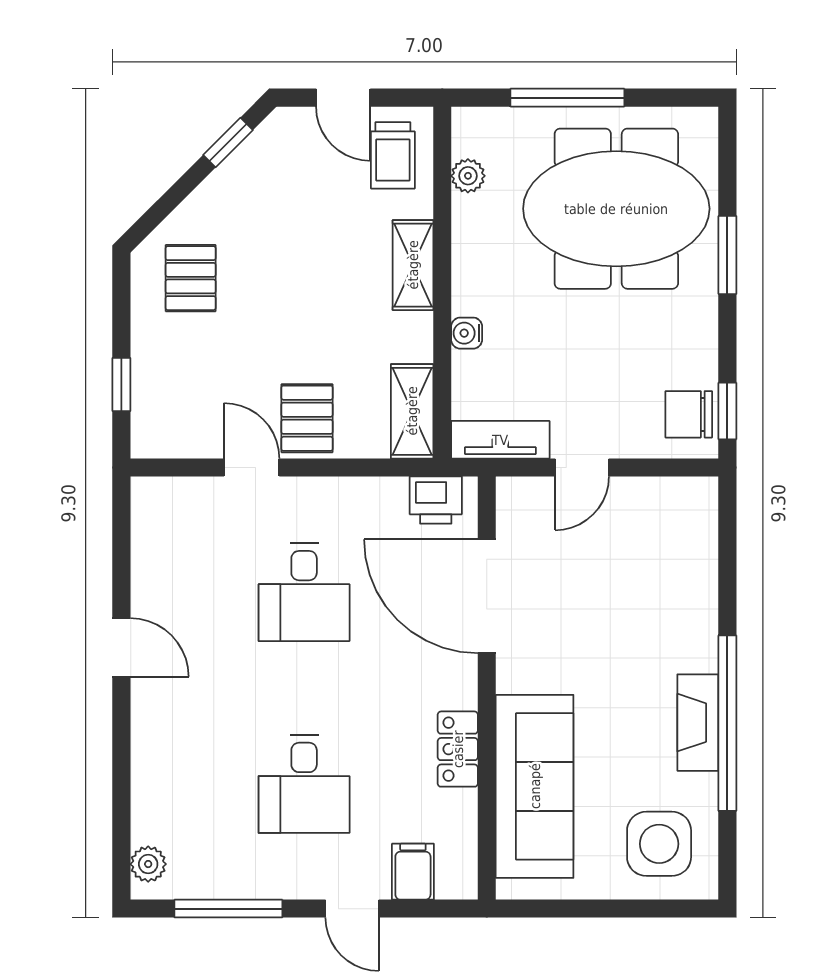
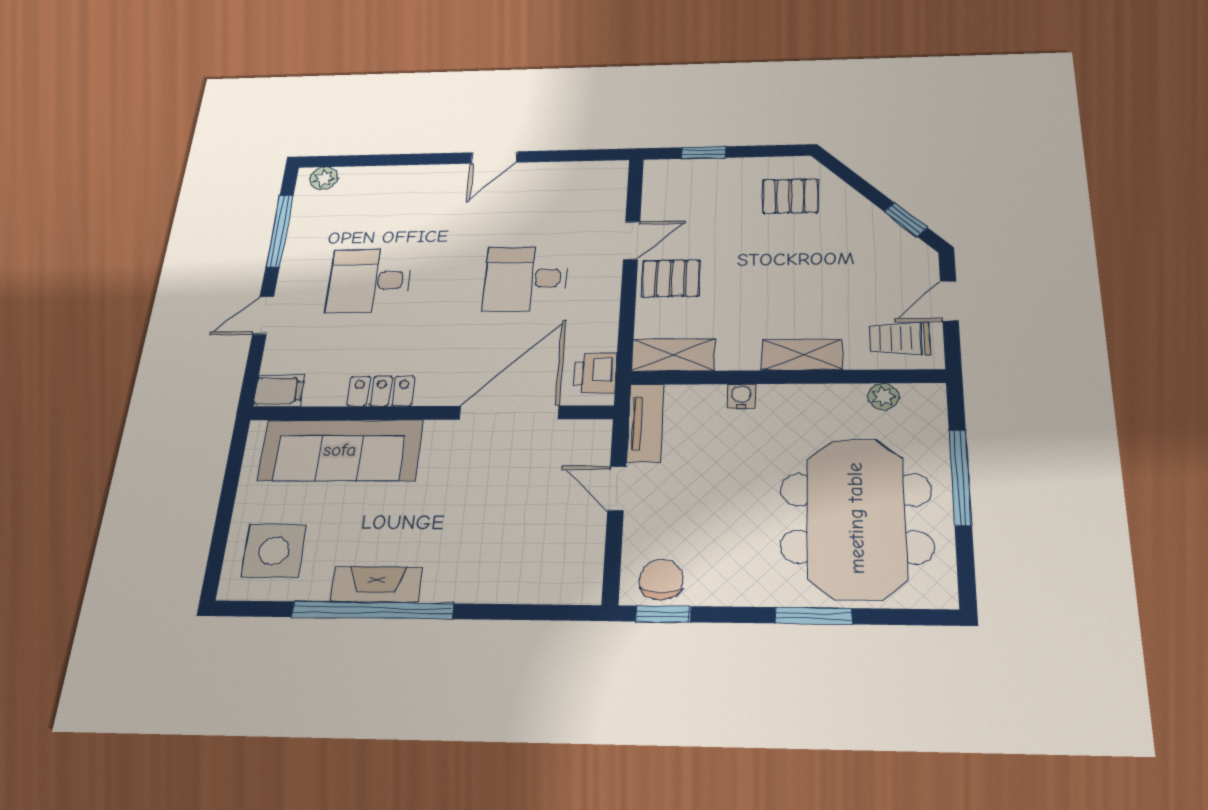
filing cabinet: (413, 872) -> (279, 391), moved

